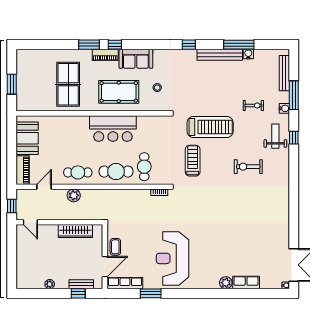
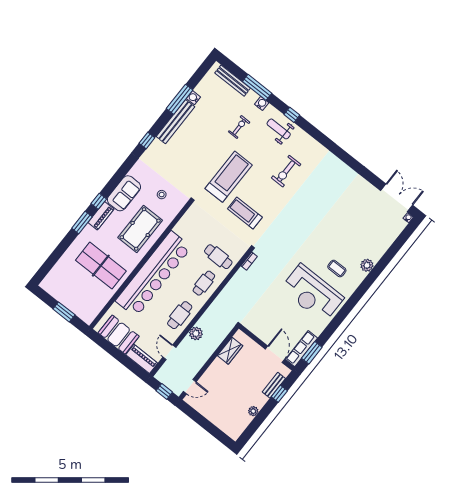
bar counter: (113, 129) -> (154, 274), width x1.86
cafe table: (116, 172) -> (204, 283), width x0.73, depth x0.74
wardrobe: (75, 231) -> (230, 351), width x0.67
coffee table: (115, 247) -> (337, 269), moved
row of seats: (246, 283) -> (380, 249), removed
window: (151, 293) -> (312, 353), moved

